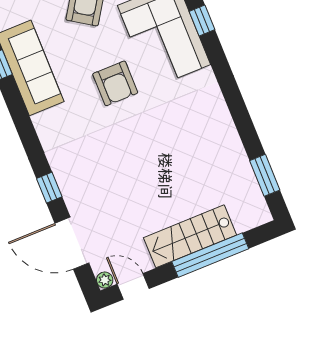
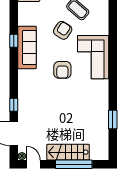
window: (202, 21) -> (113, 58), removed
window: (265, 175) -> (113, 119), moved

